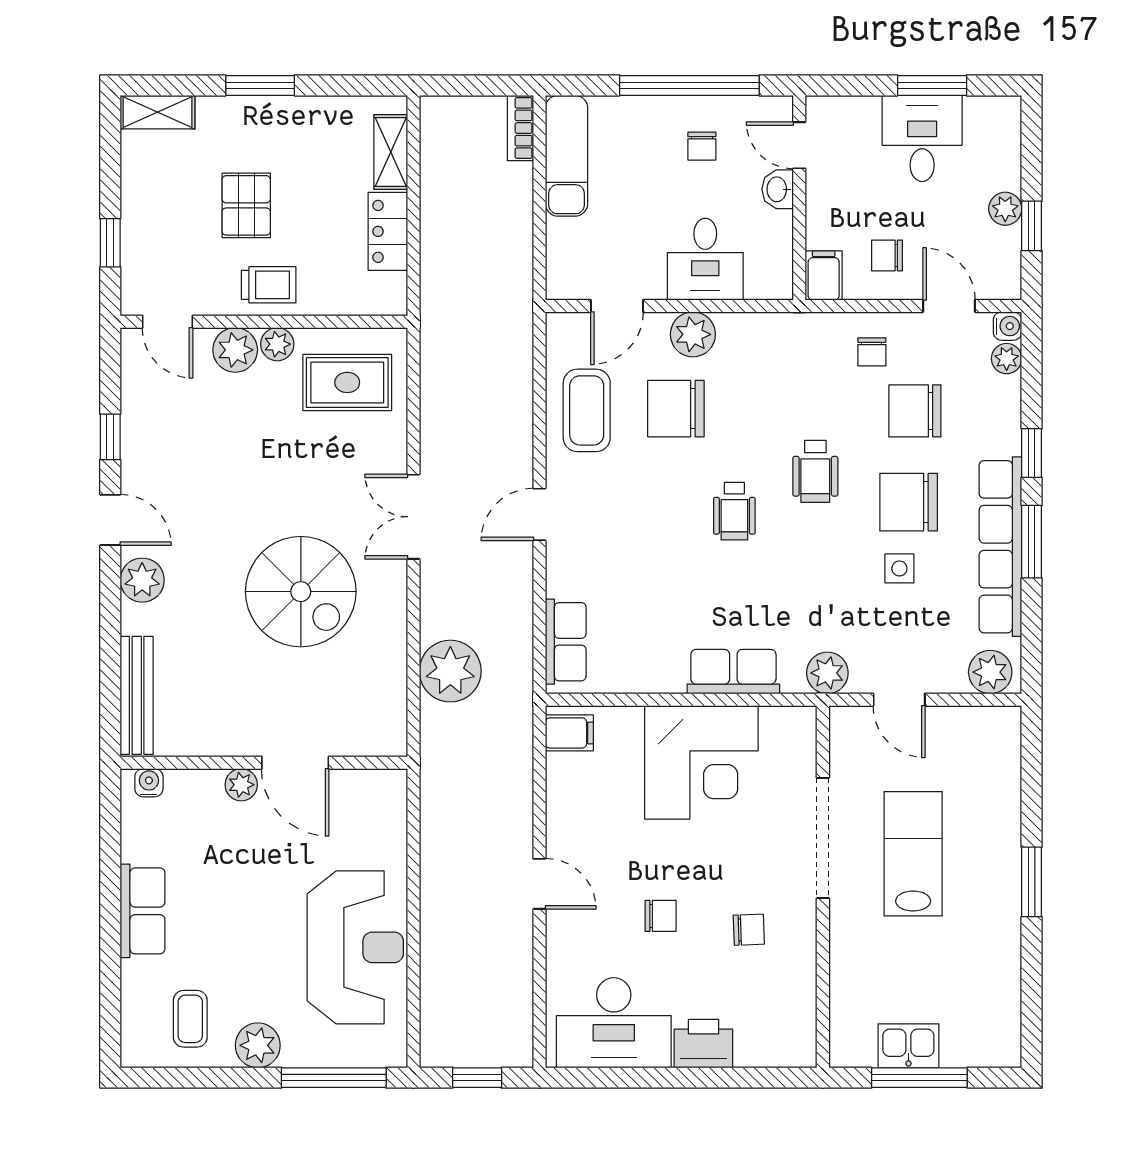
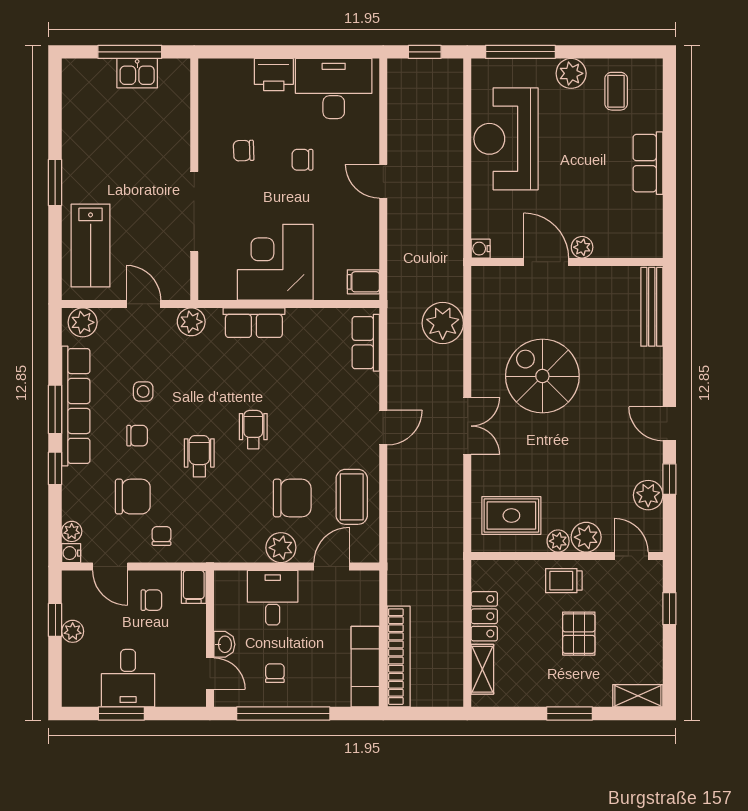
bookcase: (520, 128) -> (399, 657), width x2.31, depth x1.31
chair: (909, 502) -> (137, 436), width x0.54, depth x0.54
plant: (142, 580) -> (648, 495), moved
water cooler: (149, 783) -> (481, 249), moved, turned 90
lab bench: (913, 854) -> (91, 246), moved

